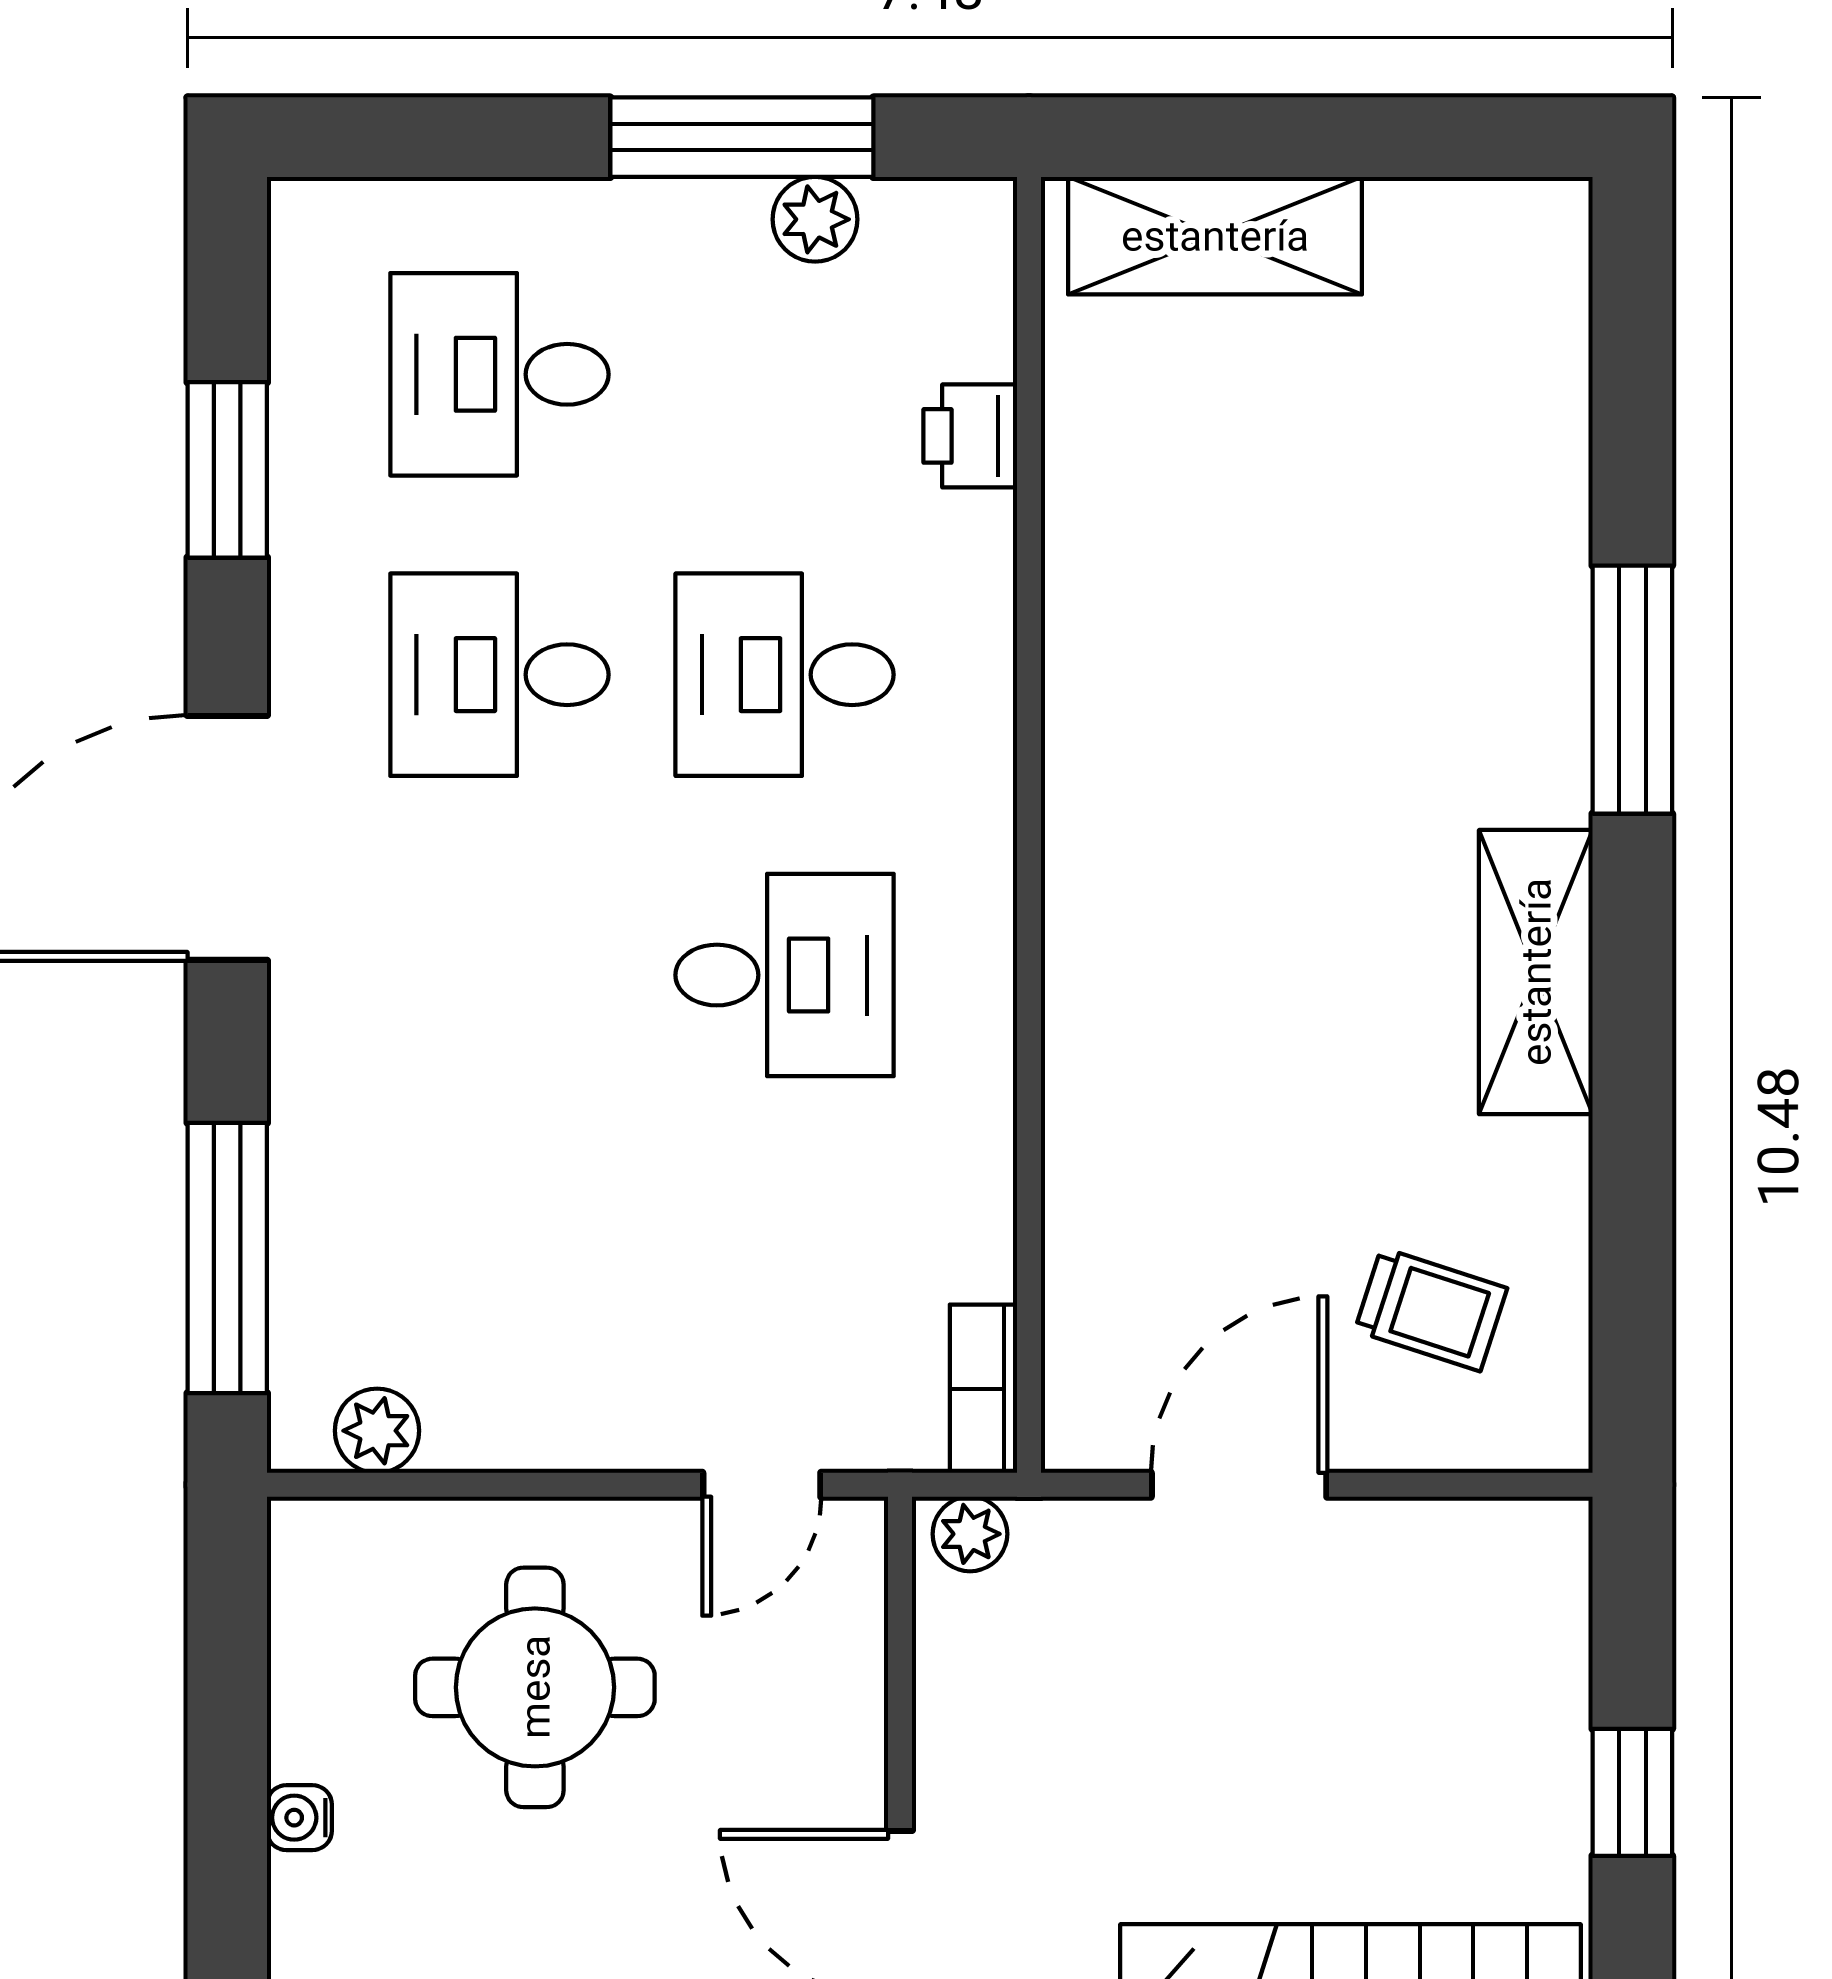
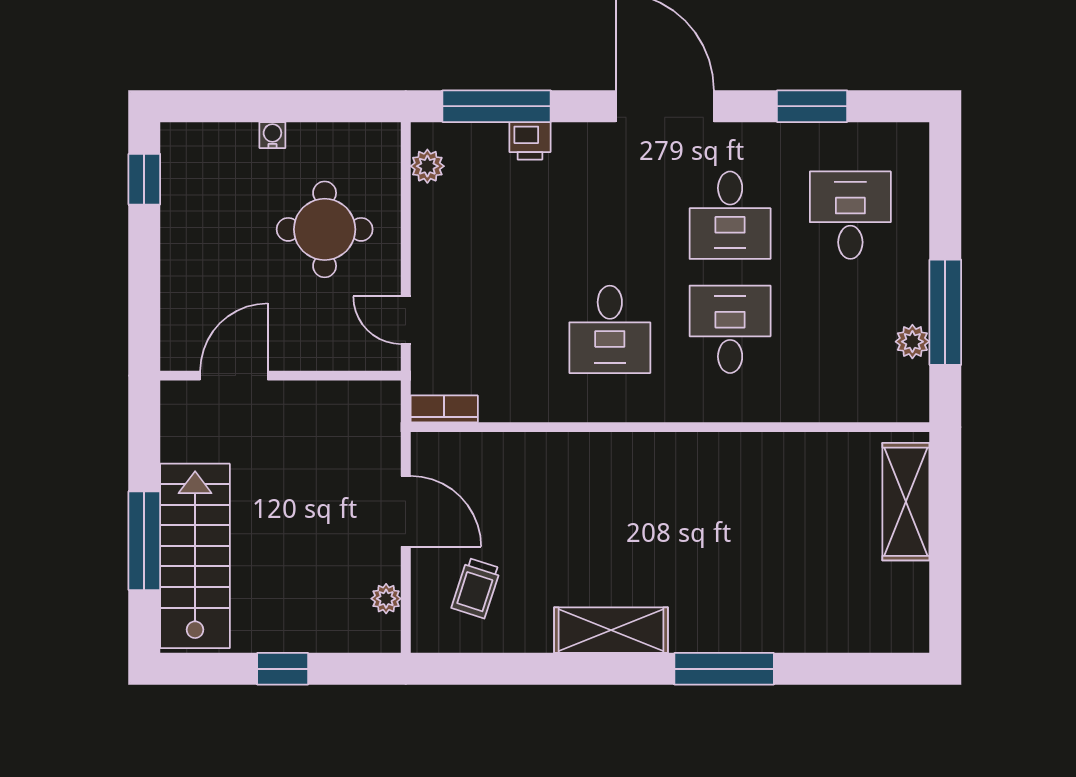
printer: (970, 436) -> (530, 141), moved, turned 180
desk: (499, 675) -> (730, 215), turned 180
plant: (970, 1534) -> (386, 599), moved

